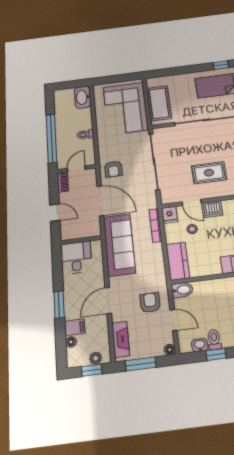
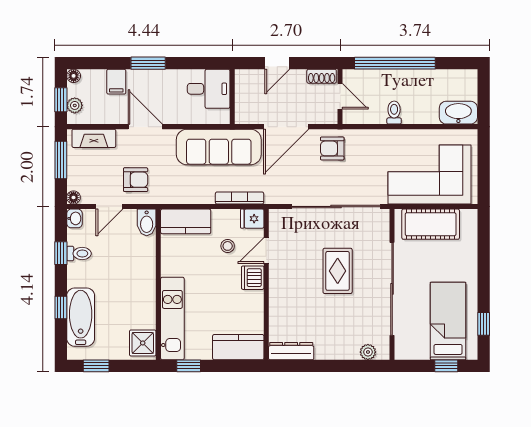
rug: (209, 173) -> (338, 271), moved
floor lamp: (71, 342) -> (74, 76), moved
washbasin: (200, 345) -> (75, 218), moved

